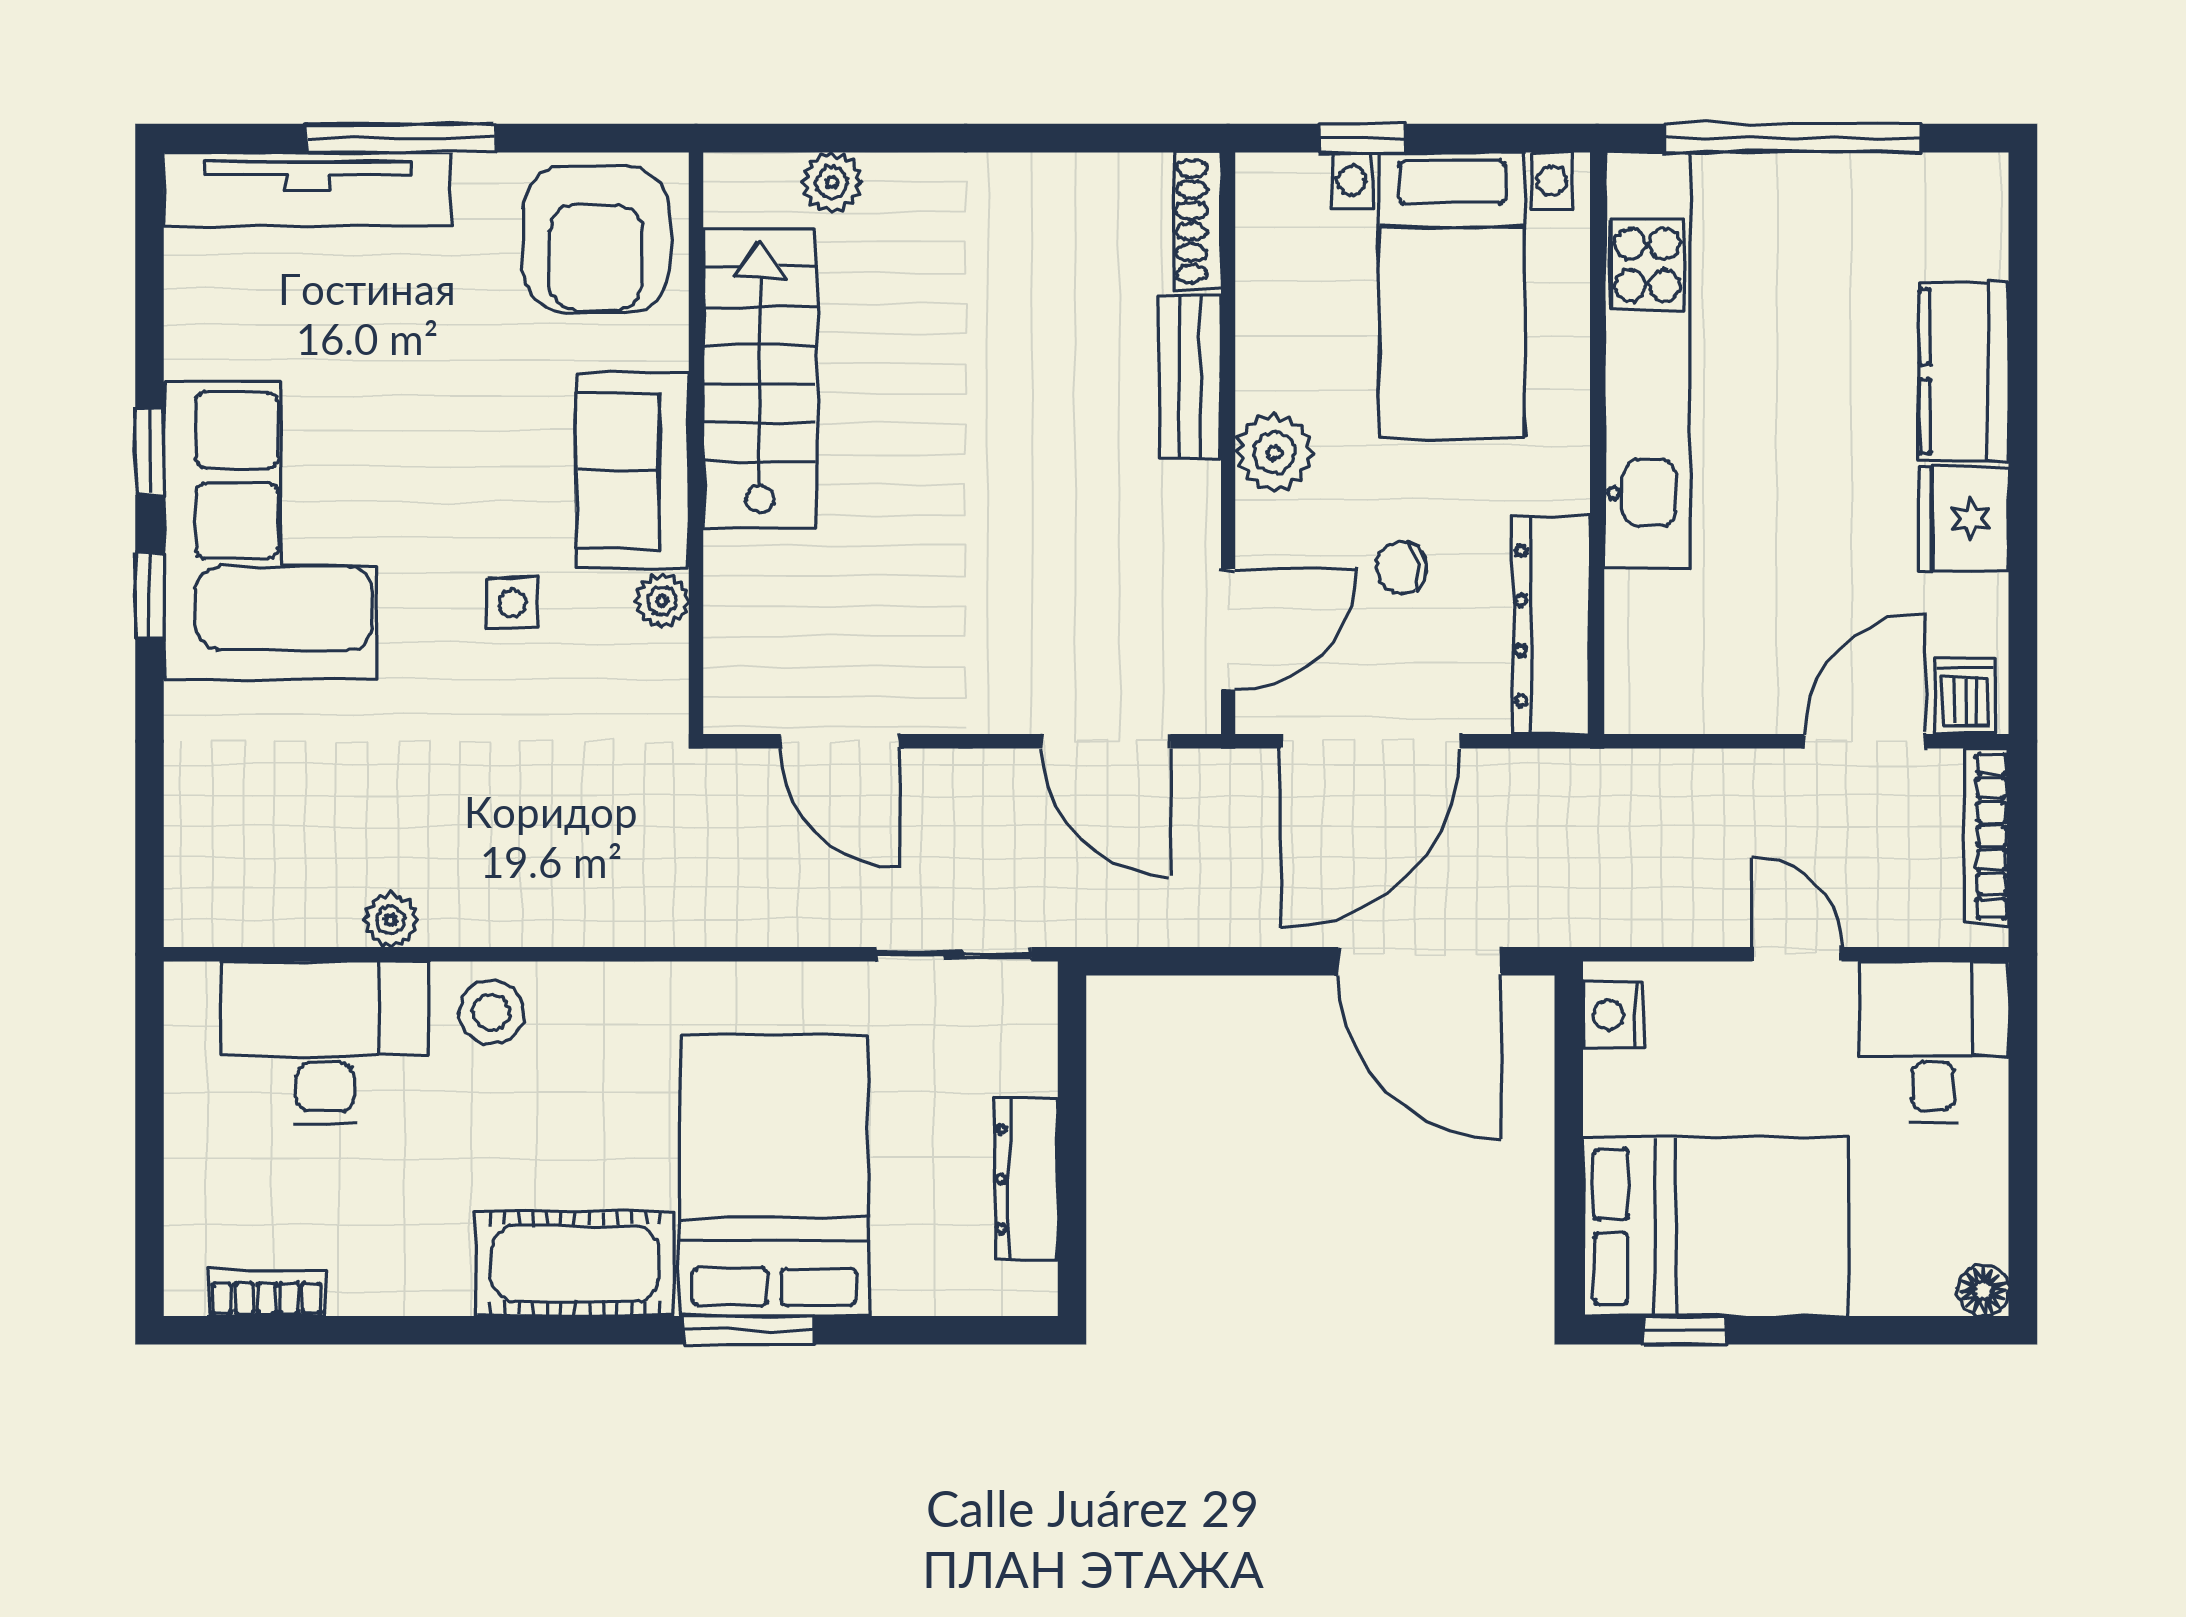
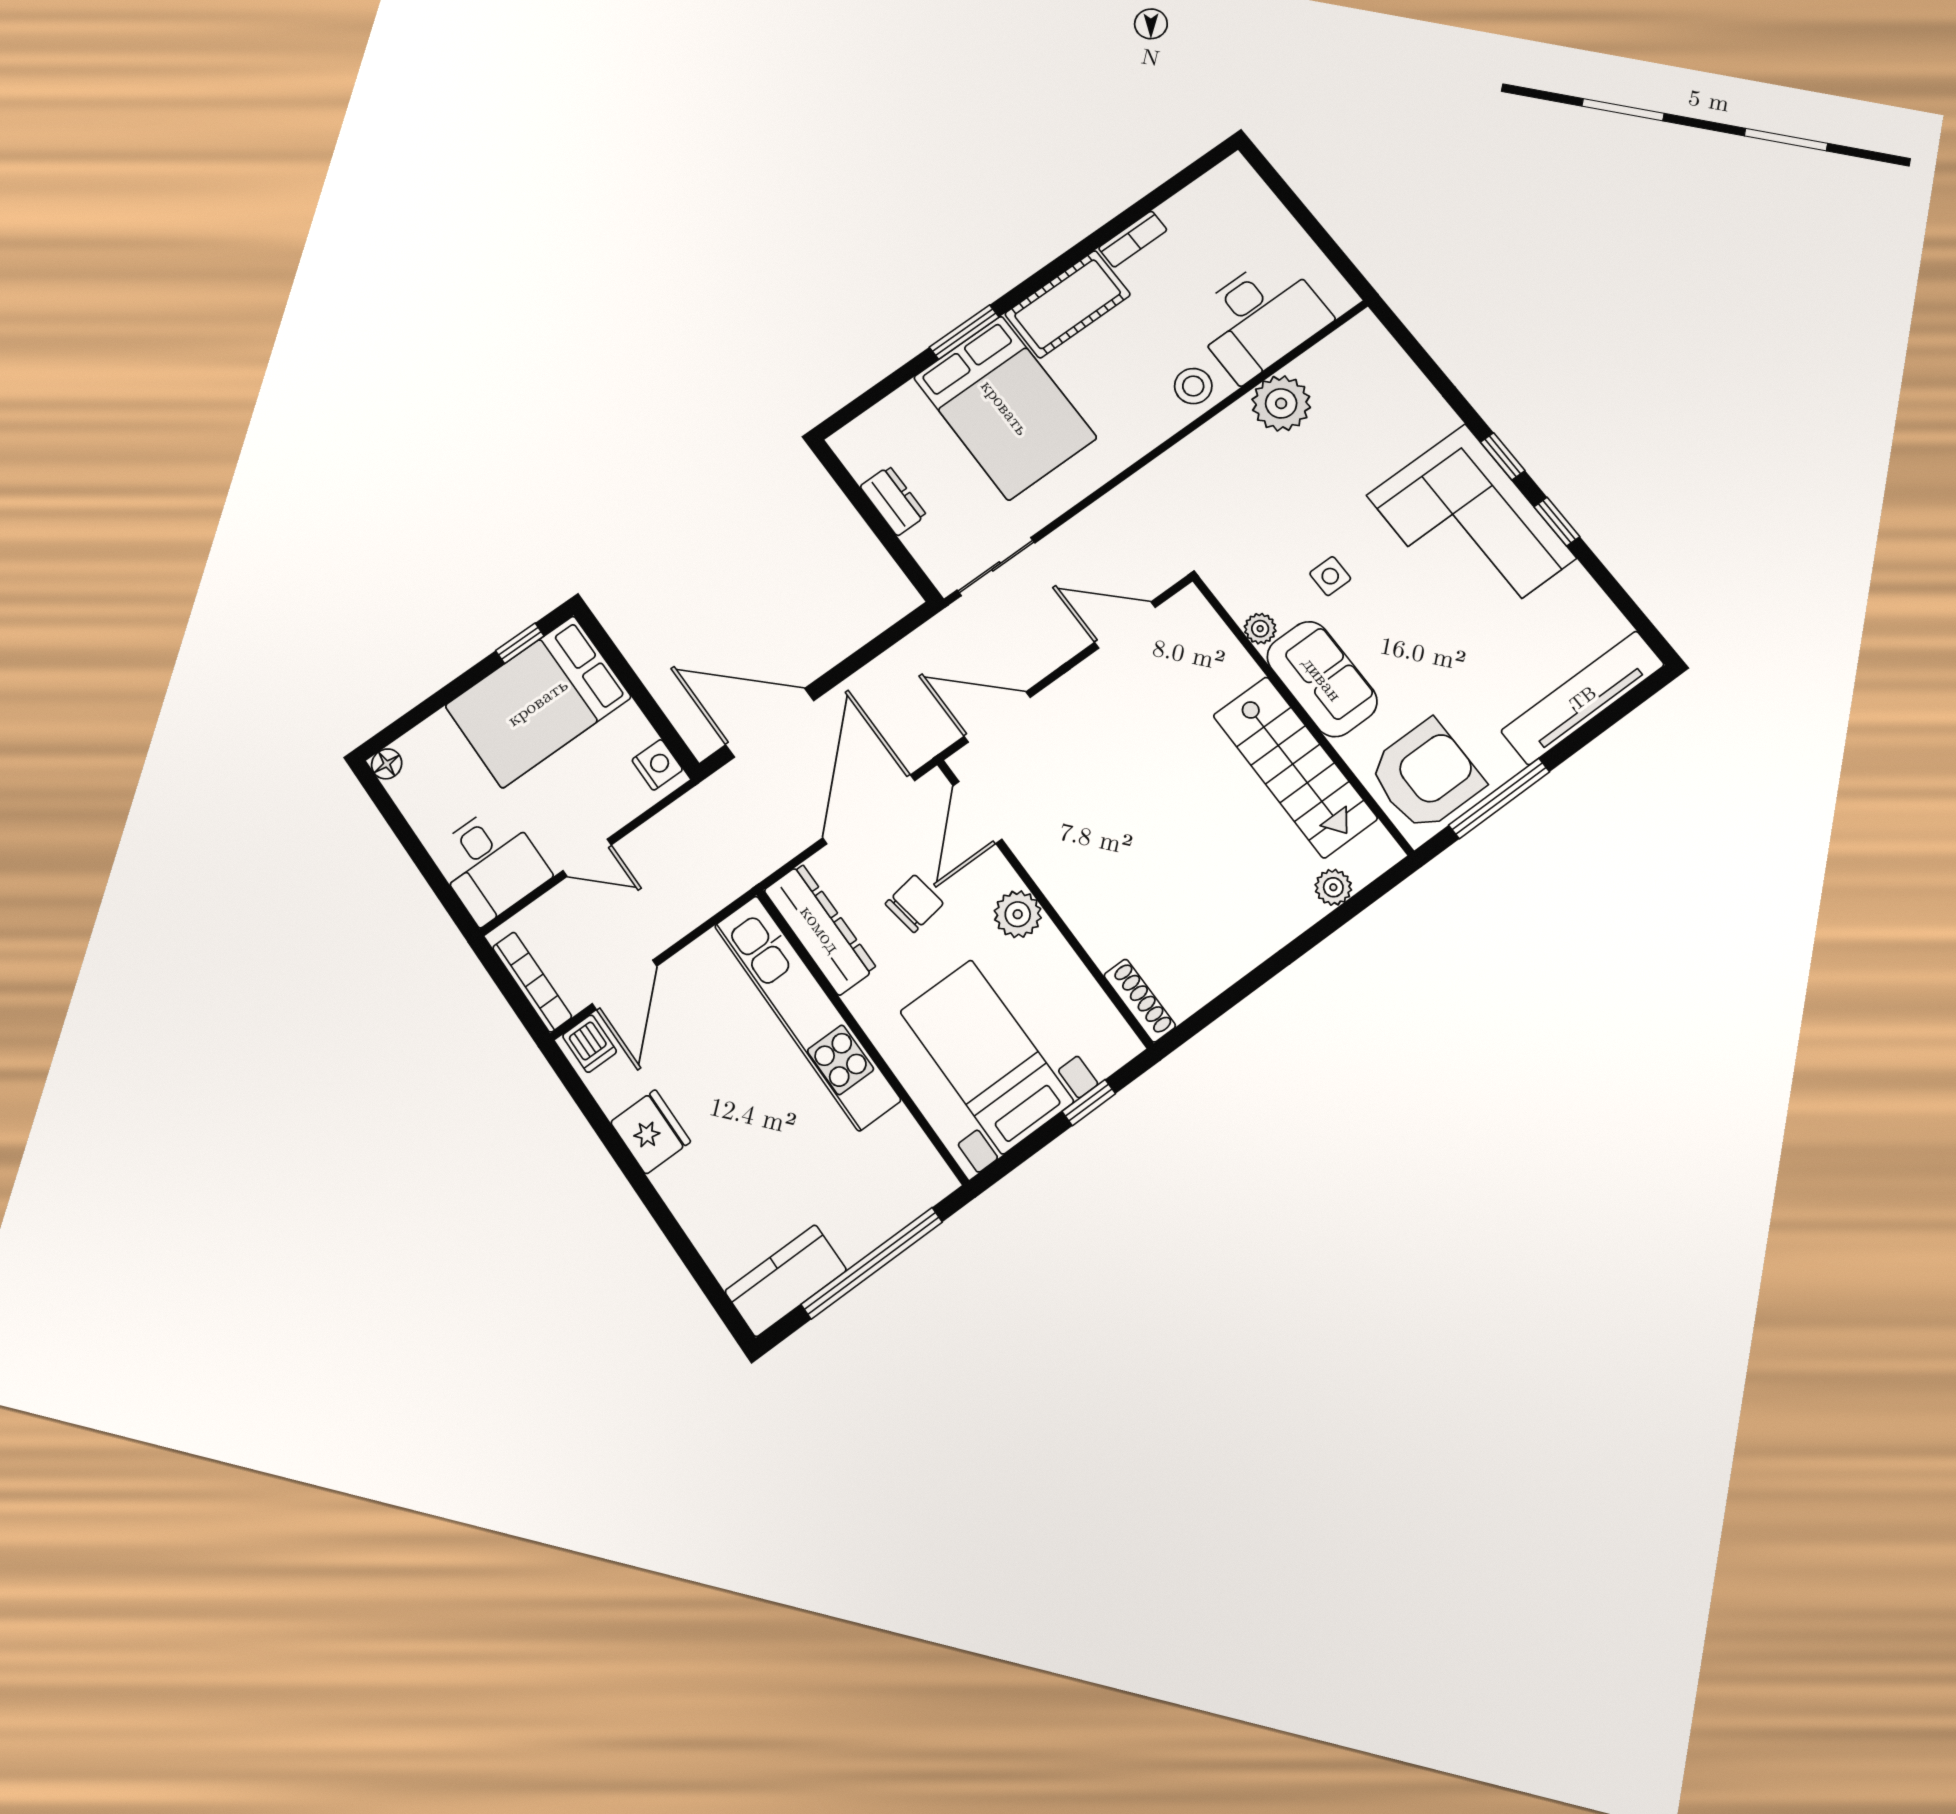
window: (401, 138) -> (1499, 798), moved
armchair: (596, 239) -> (1426, 775), turned 90
kitchen unit: (1647, 360) -> (807, 1012), moved
kitchen counter: (1964, 372) -> (786, 1281), moved, turned -90
bench: (1190, 377) -> (1087, 921), removed
chair: (1401, 568) -> (914, 904), width x1.37, depth x1.37
plant: (391, 920) -> (1281, 403), width x1.87, depth x1.87
dresser: (1026, 1179) -> (893, 501), width x0.70
bookcase: (267, 1293) -> (1133, 239), moved

